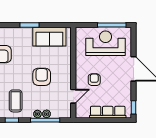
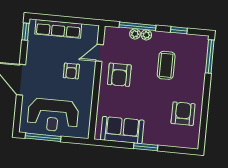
armchair: (42, 77) -> (119, 75), moved
coffee table: (16, 101) -> (166, 65), moved

